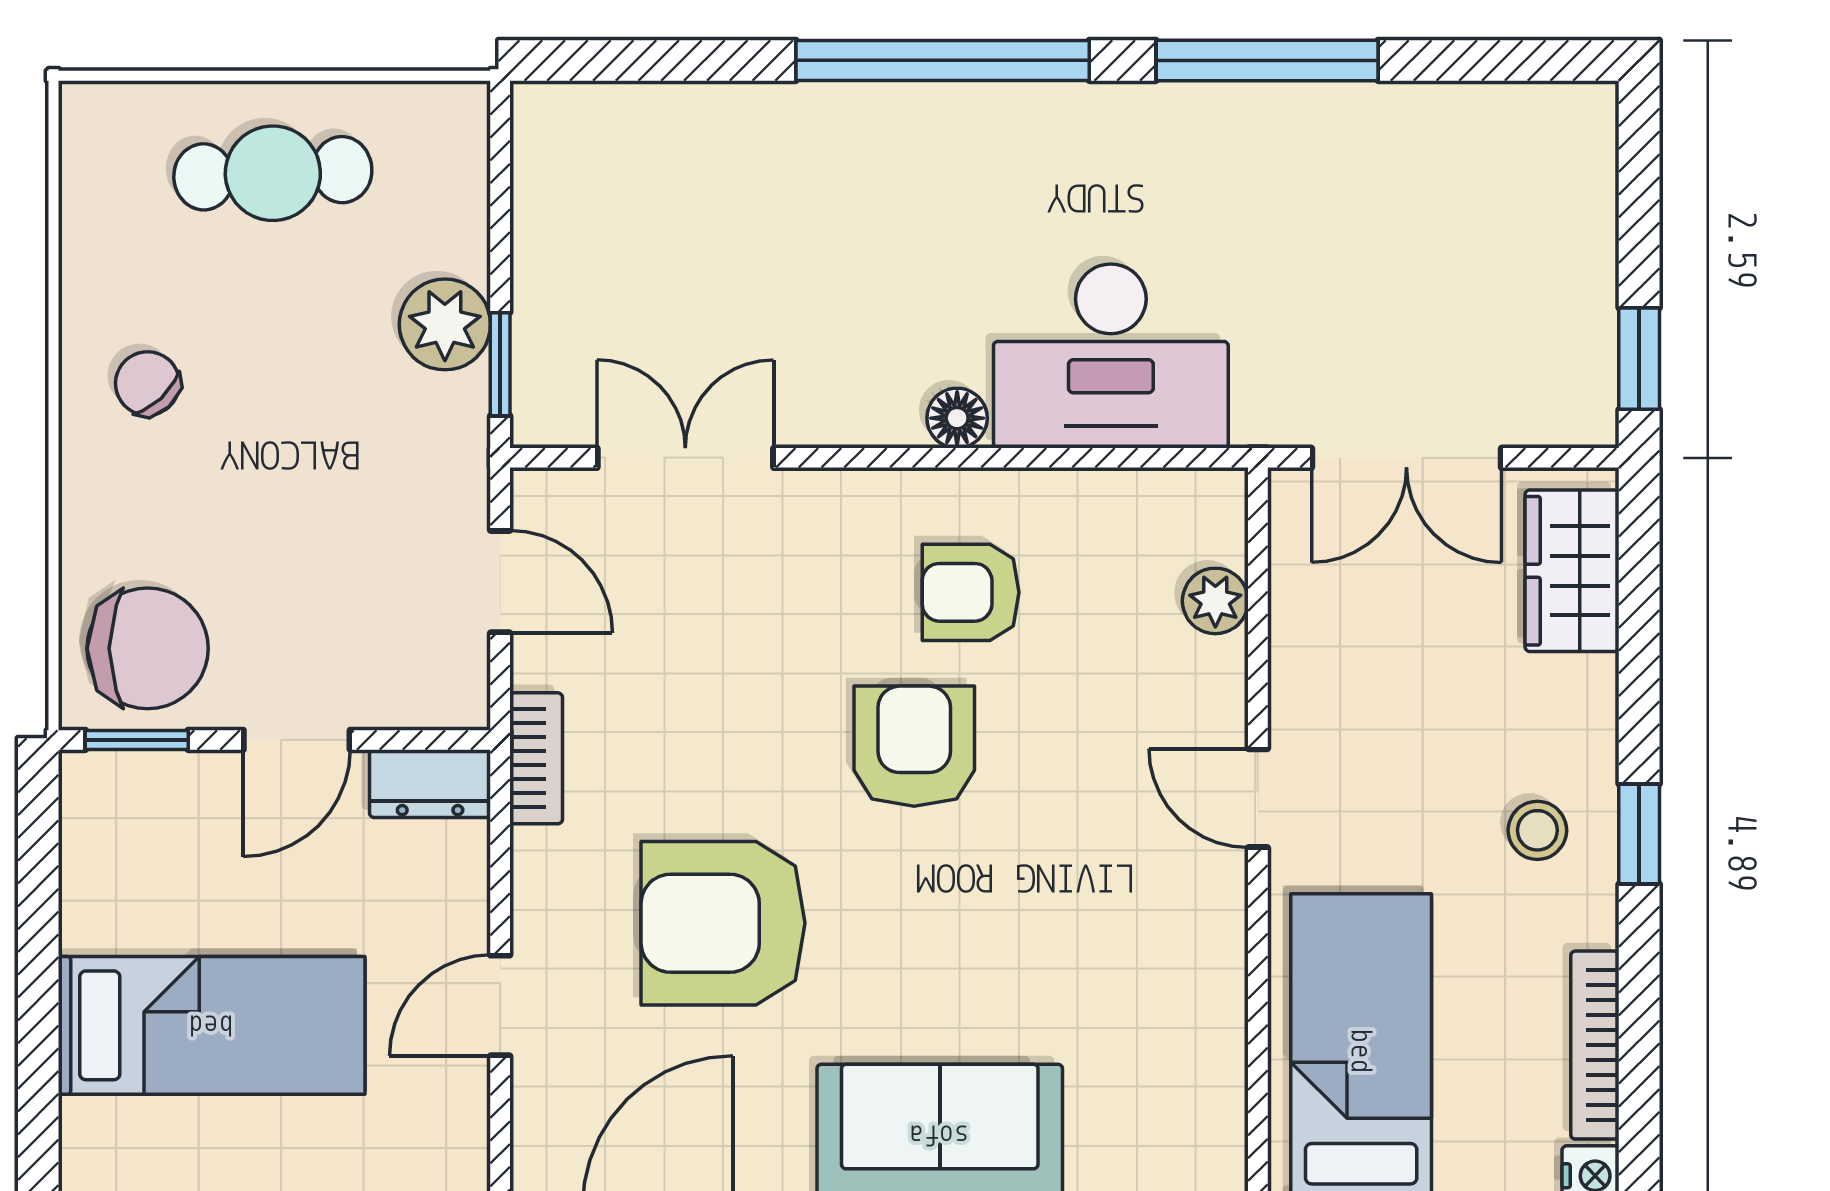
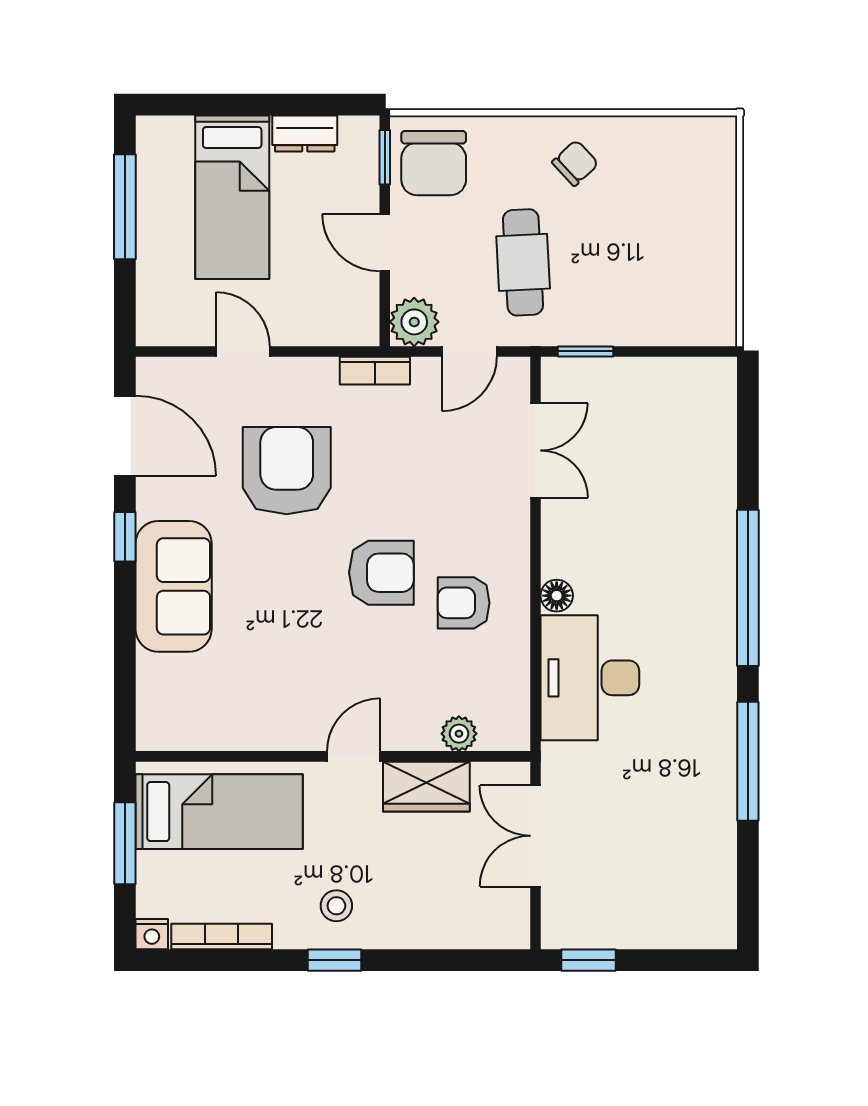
cafe table: (273, 173) -> (523, 262), moved
plant: (445, 324) -> (414, 322), moved
wardrobe: (1572, 571) -> (426, 787), moved, turned 180
armchair: (971, 592) -> (464, 603), turned -90
dresser: (430, 784) -> (305, 134), moved, turned -90

